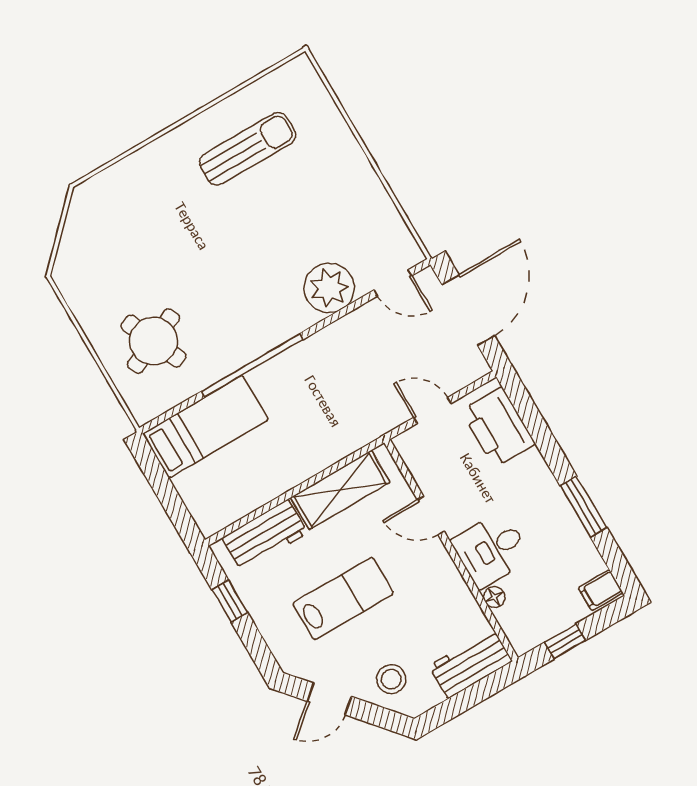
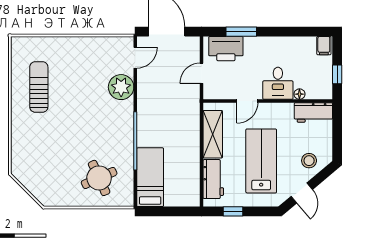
window: (584, 507) -> (241, 32), moved
lab bench: (343, 598) -> (261, 161), width x1.36, depth x1.39
workbench: (471, 664) -> (313, 112), moved, turned -90

